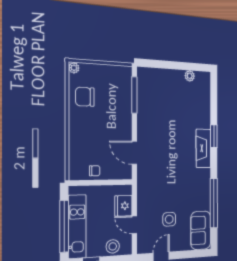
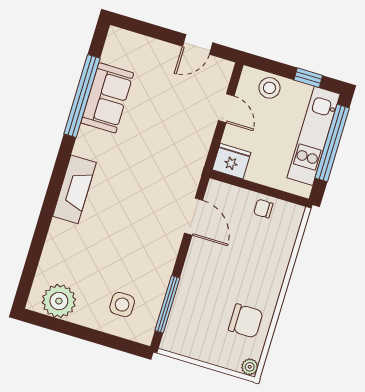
plant: (190, 76) -> (59, 301), width x1.88, depth x1.88
window: (214, 136) -> (50, 204), removed
fridge: (123, 206) -> (232, 161), moved, turned -90
side table: (169, 219) -> (122, 305), moved
sofa: (201, 230) -> (107, 98), moved

